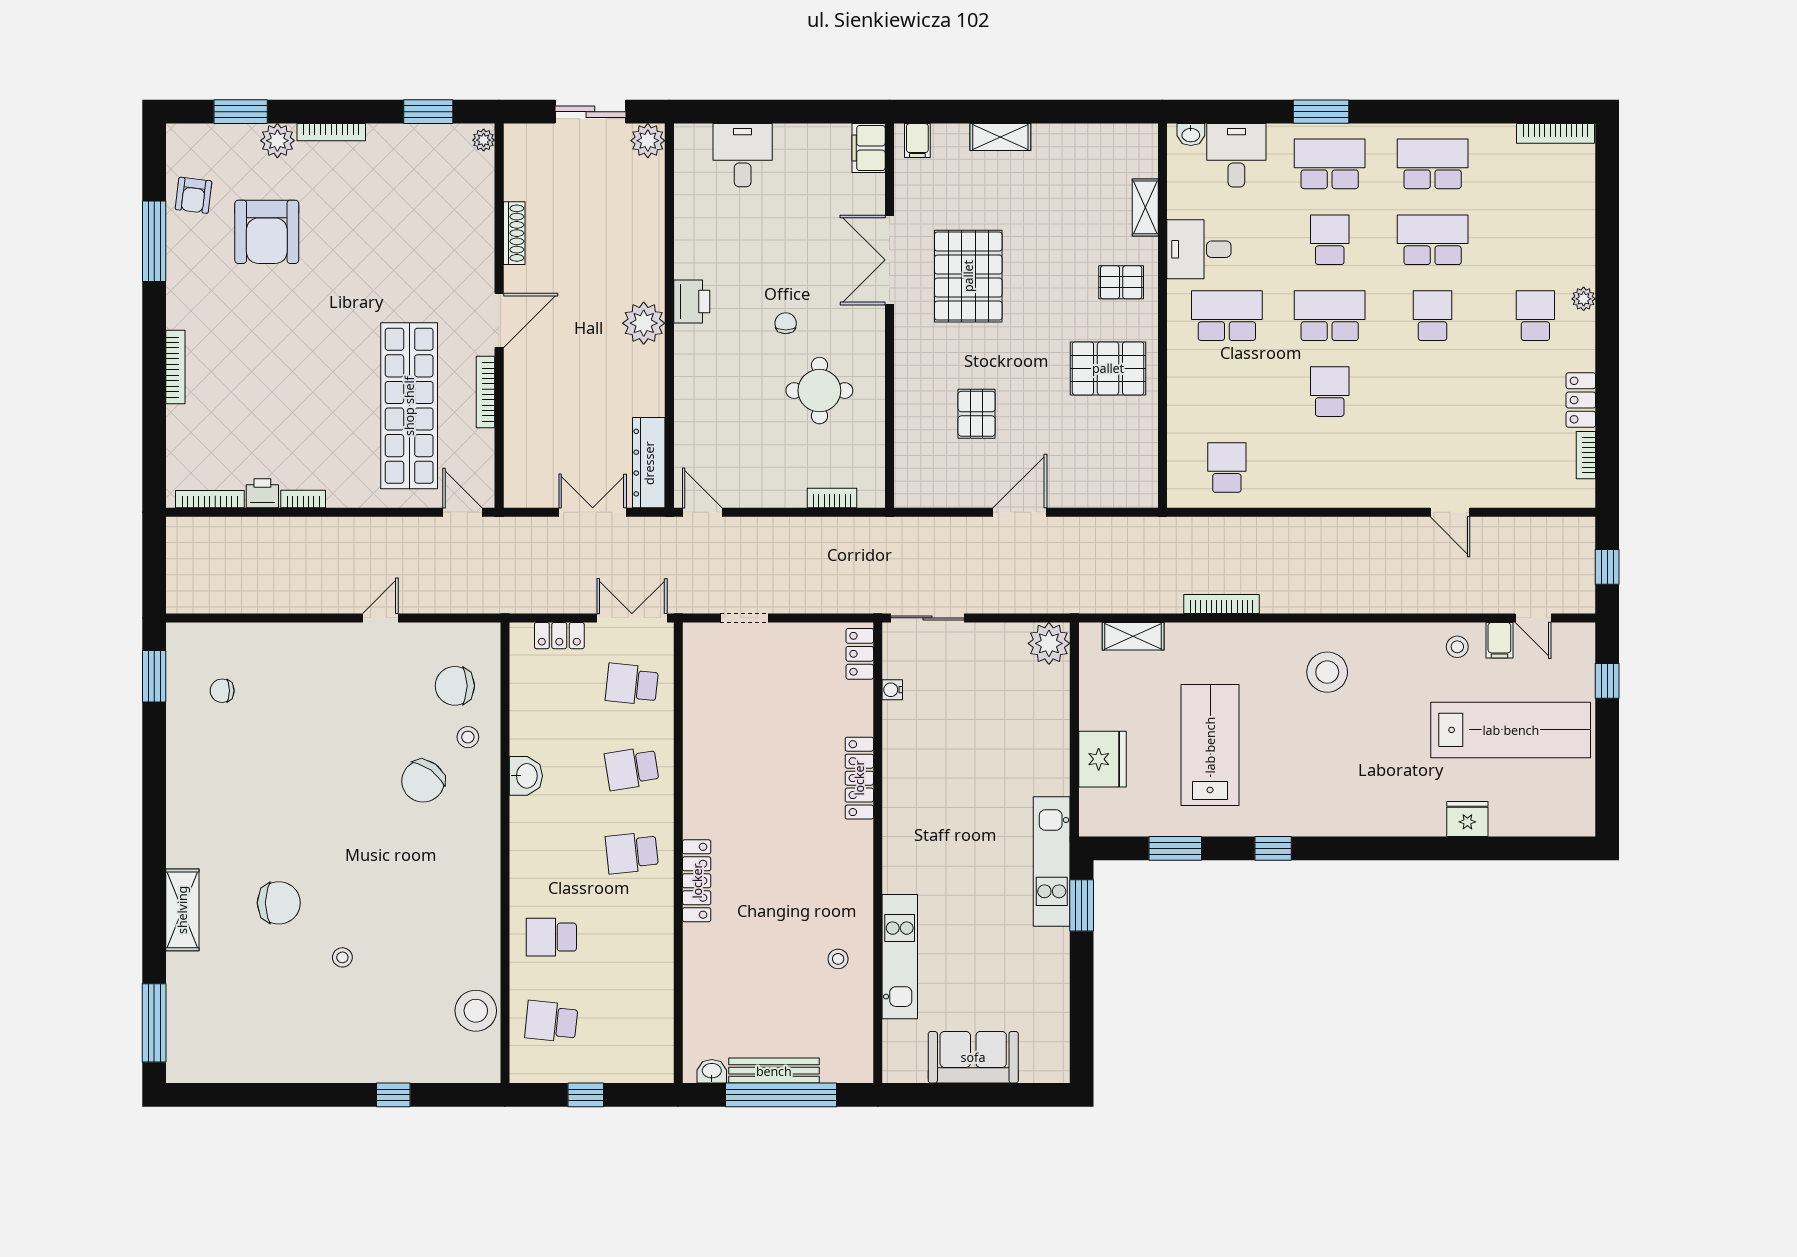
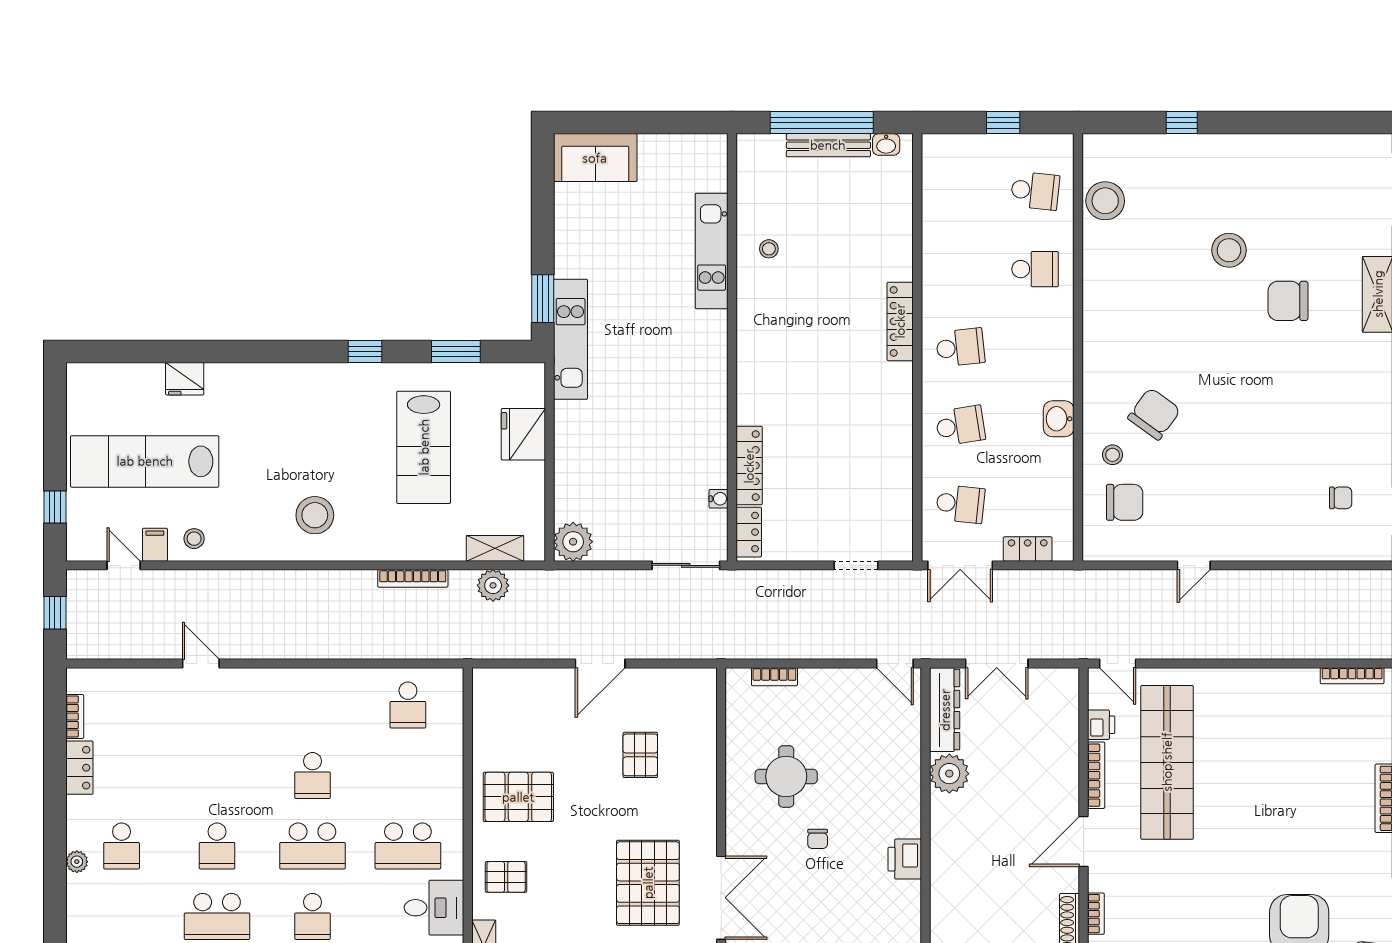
plant: (644, 323) -> (949, 774), moved
printer: (262, 493) -> (1101, 725), moved, turned -90
bookcase: (303, 499) -> (1096, 914), moved, turned -90
plant: (1135, 596) -> (493, 585), added
locker: (859, 778) -> (749, 466), moved
stool: (342, 957) -> (1229, 250), width x1.89, depth x1.89
sofa: (973, 1057) -> (595, 158), moved

